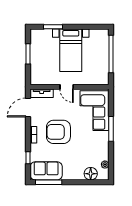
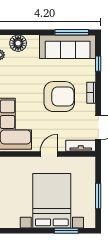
bed with nightstands: (71, 50) -> (52, 201), width x1.36
door: (67, 87) -> (49, 154), hinge flipped
sofa: (46, 171) -> (68, 47), width x1.36

